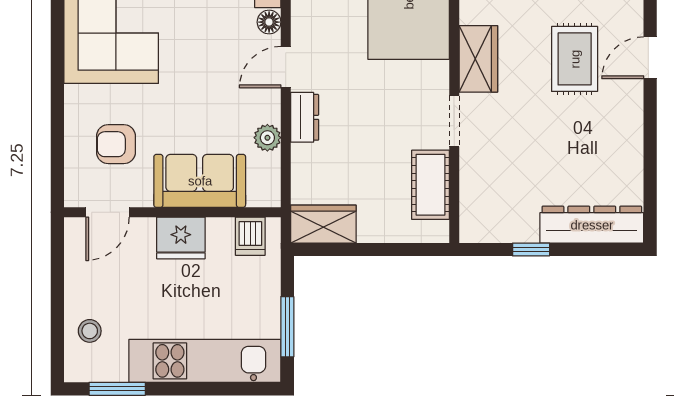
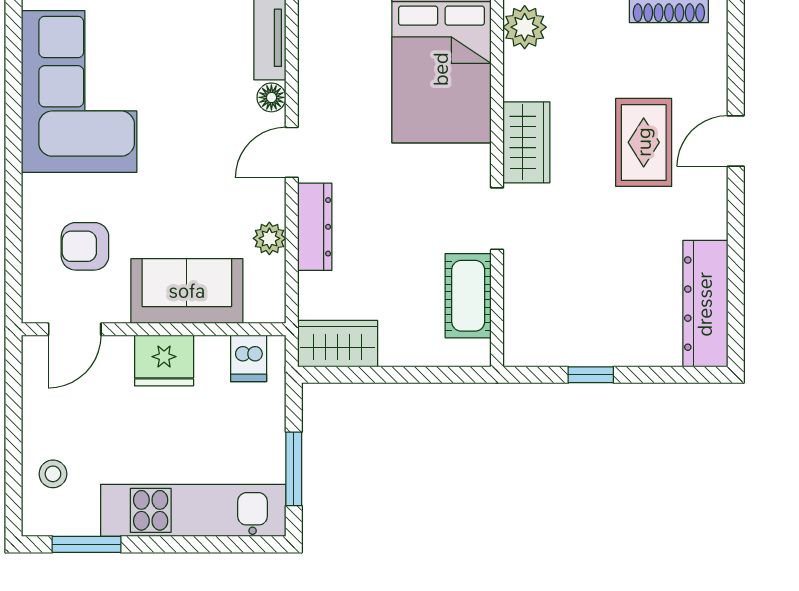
dresser: (305, 117) -> (315, 227), width x1.44
dresser: (592, 225) -> (705, 304), moved, turned -90

